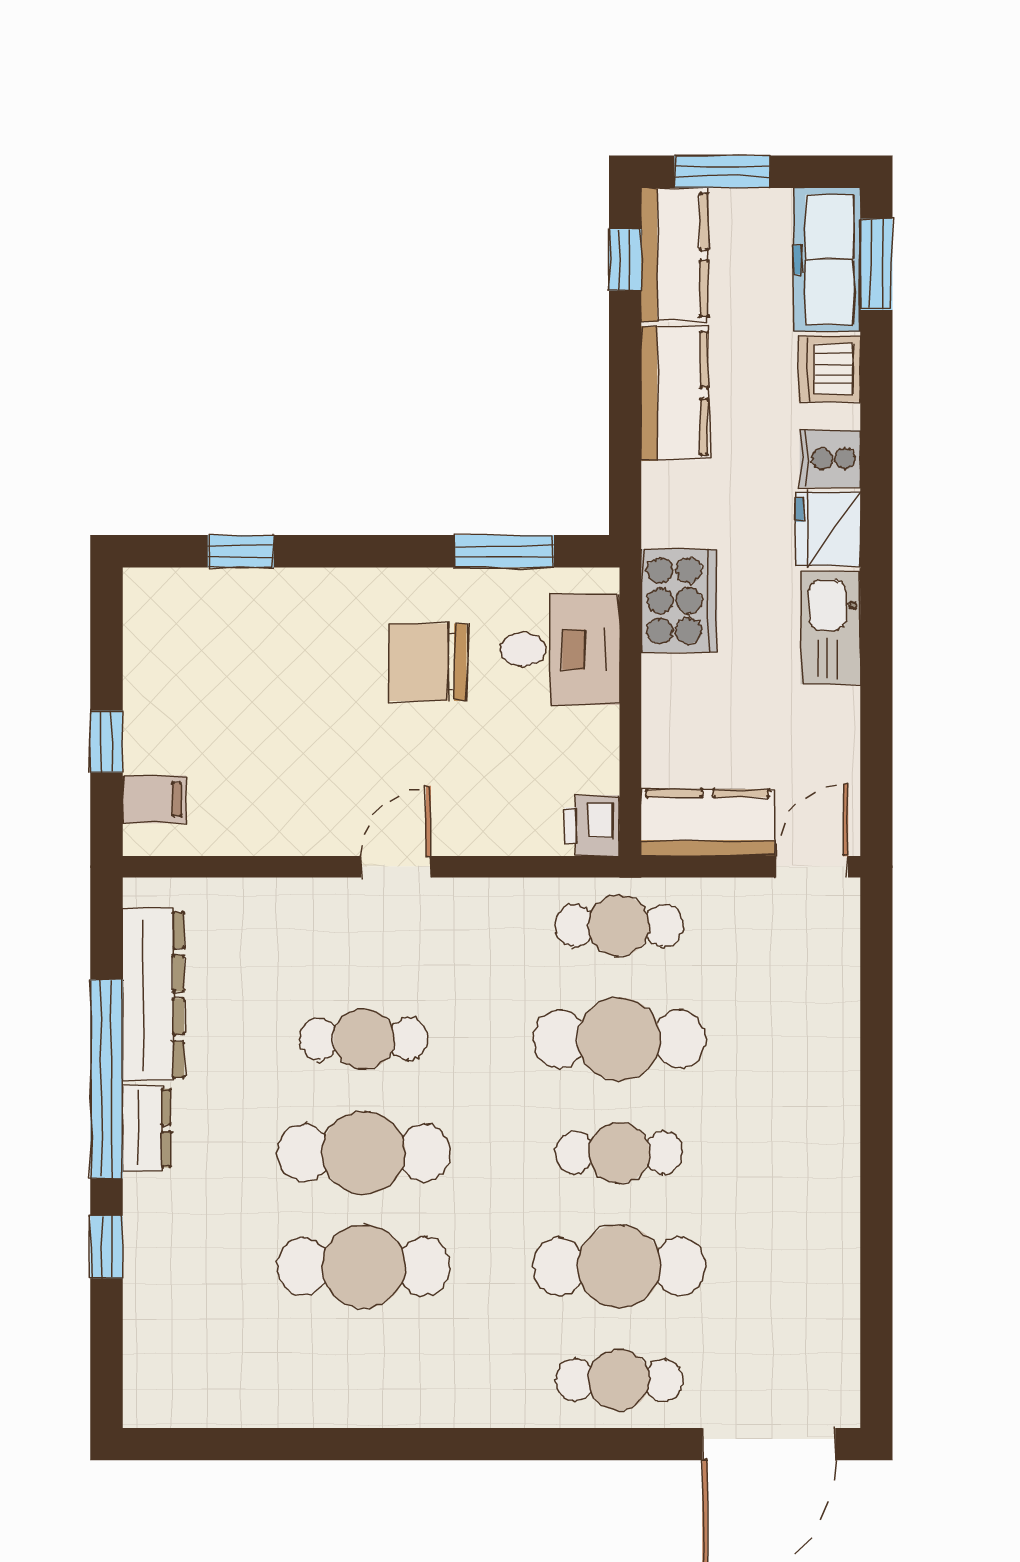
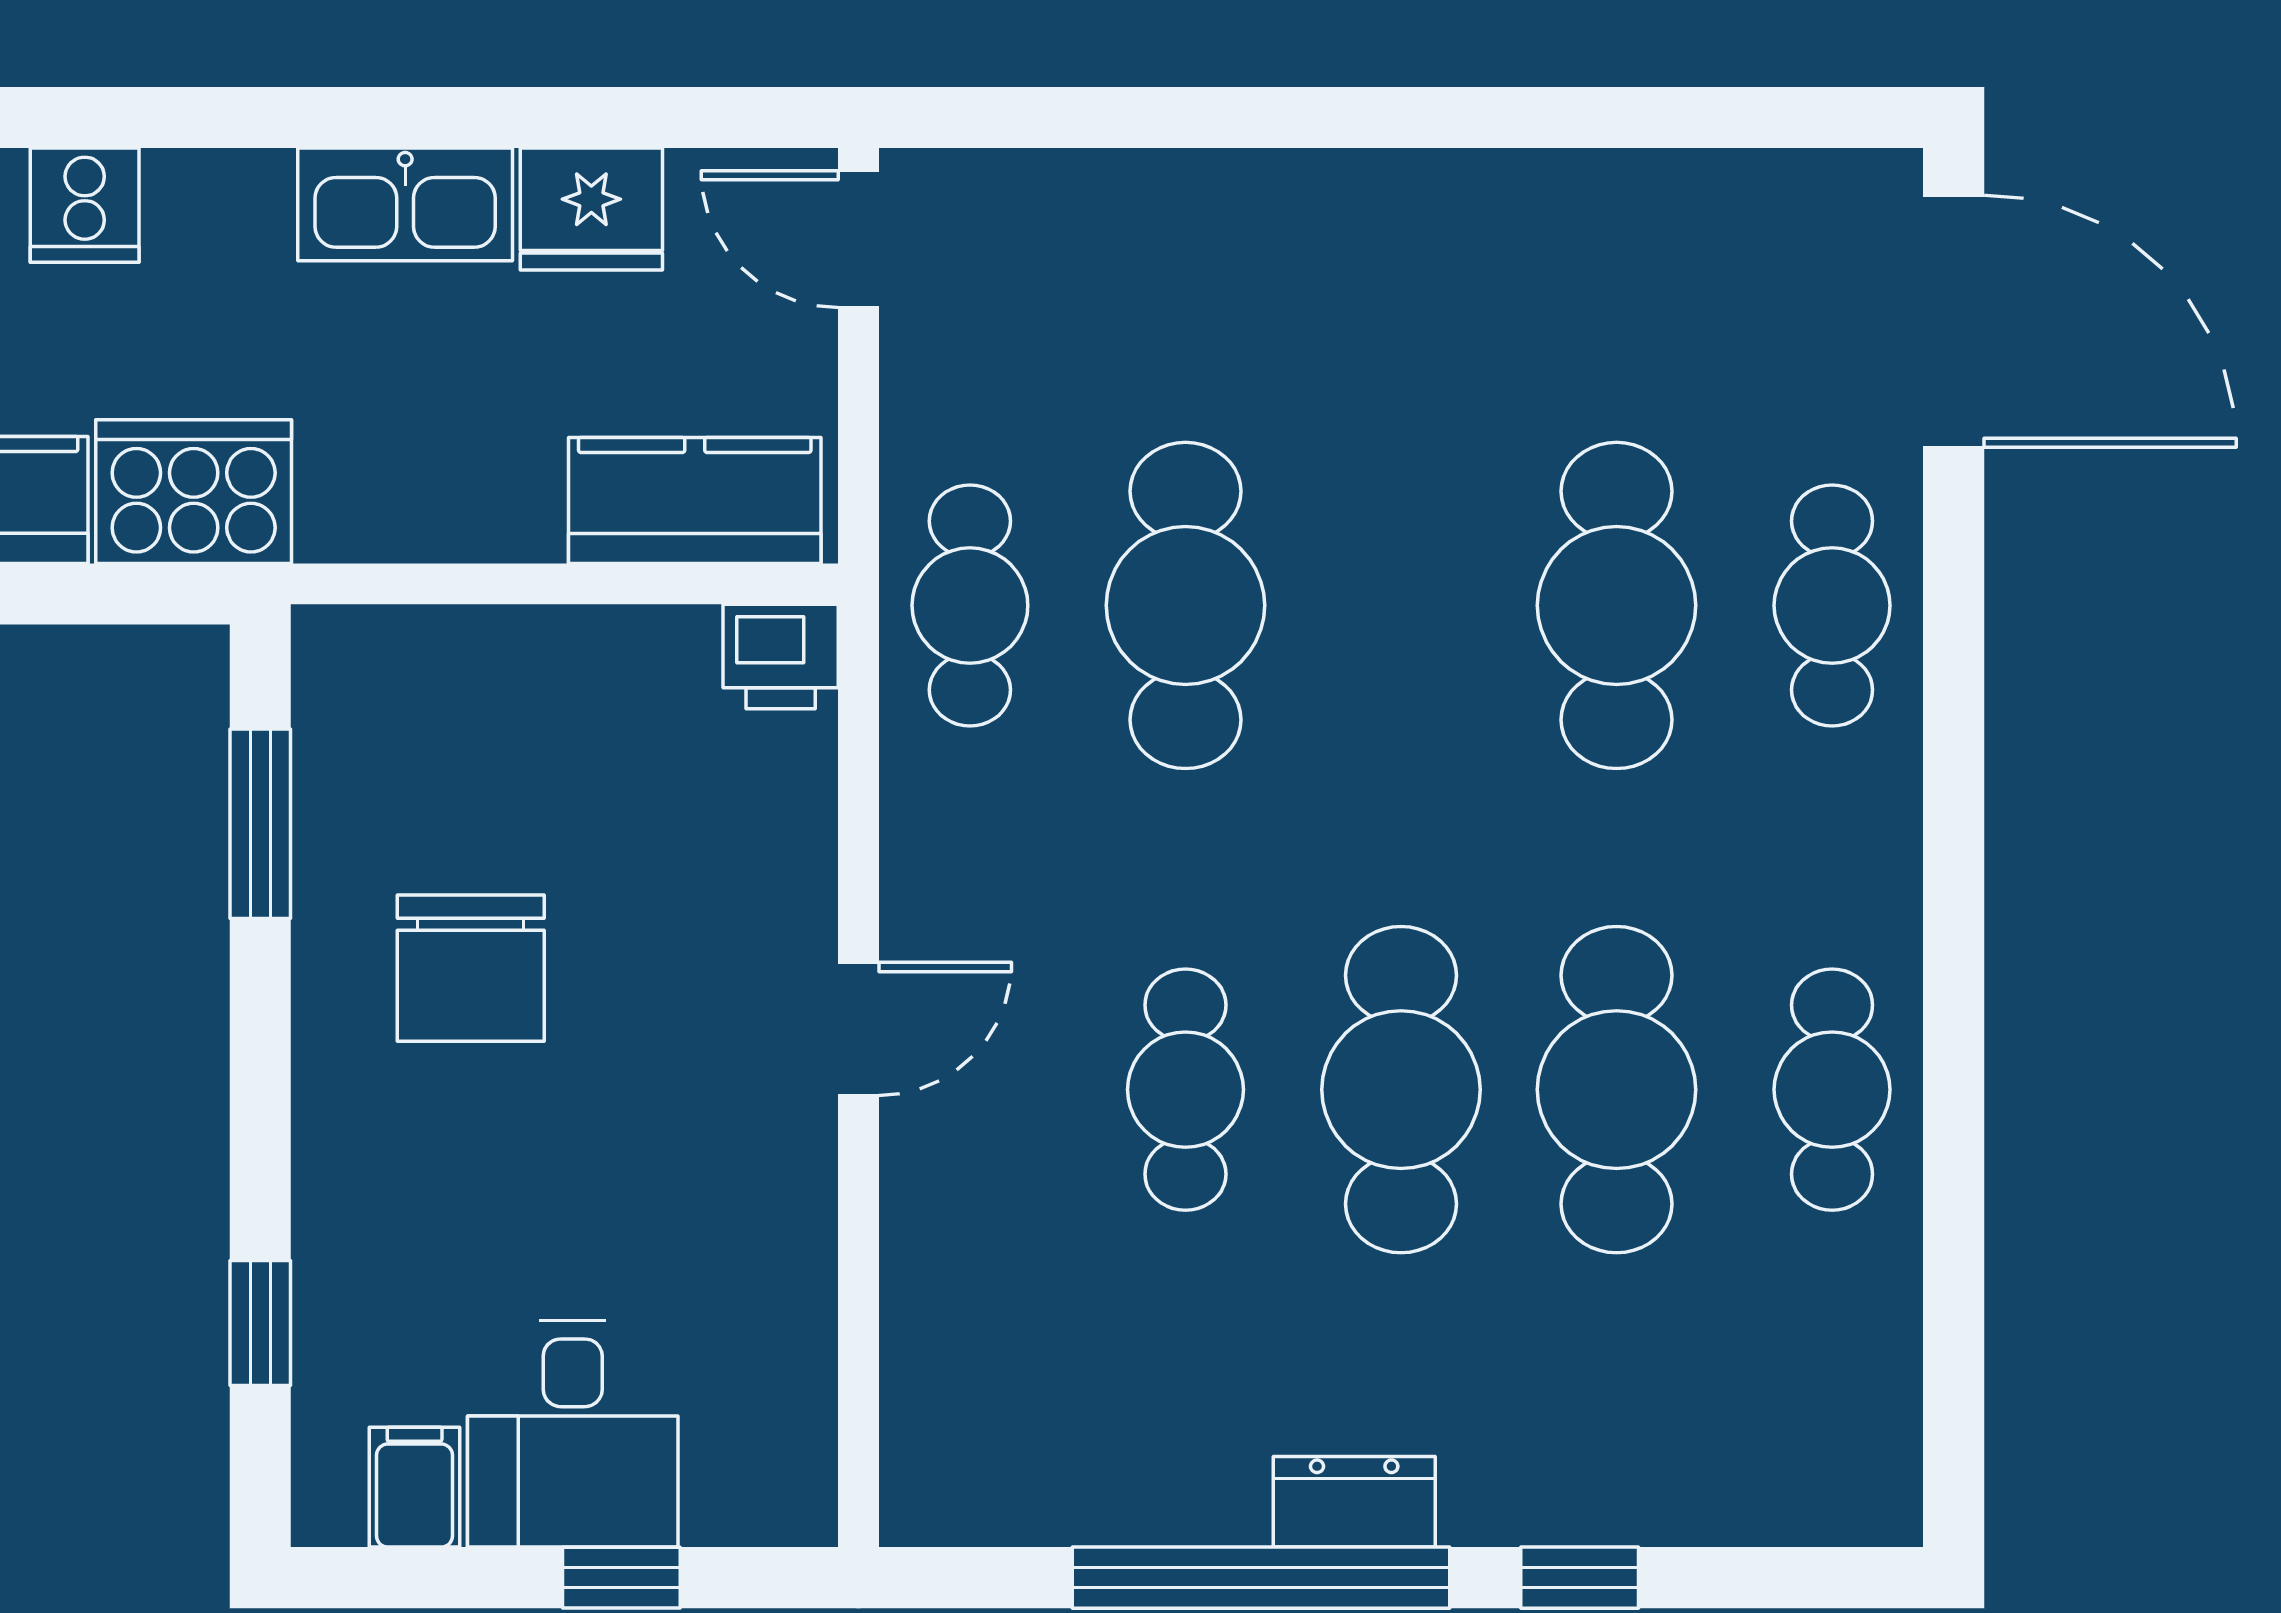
fridge: (828, 529) -> (591, 209), moved
cooker: (679, 601) -> (194, 492), moved
desk: (560, 650) -> (573, 1434), moved, turned 180
filing cabinet: (154, 799) -> (415, 1487), moved
kitchen counter: (708, 823) -> (695, 501), moved, turned 90
door: (396, 867) -> (858, 1029), swing flipped
dresser: (153, 995) -> (1102, 1489), removed
cafe table: (619, 1153) -> (1832, 1090), moved

